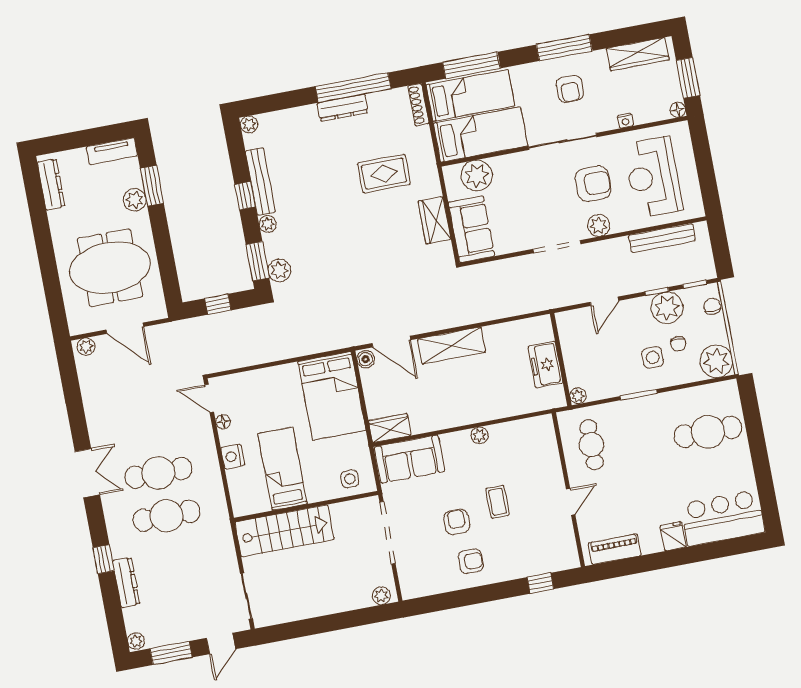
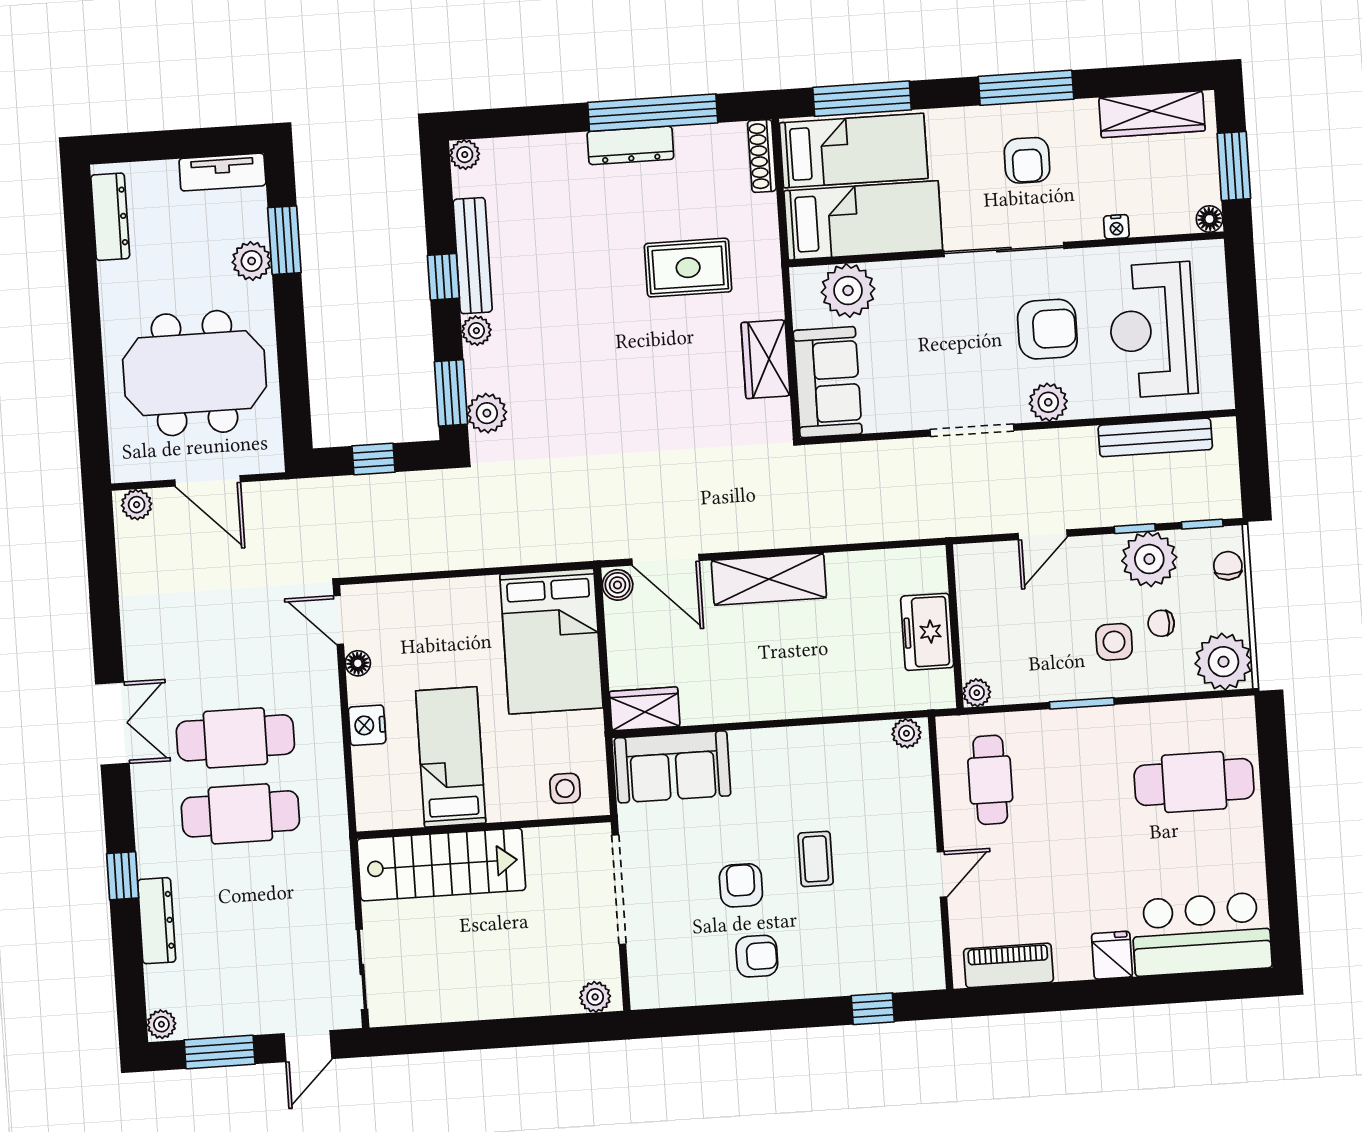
chair: (678, 344) -> (1161, 623), turned 90
plant: (479, 435) -> (906, 733), moved

